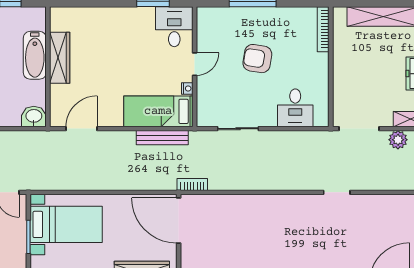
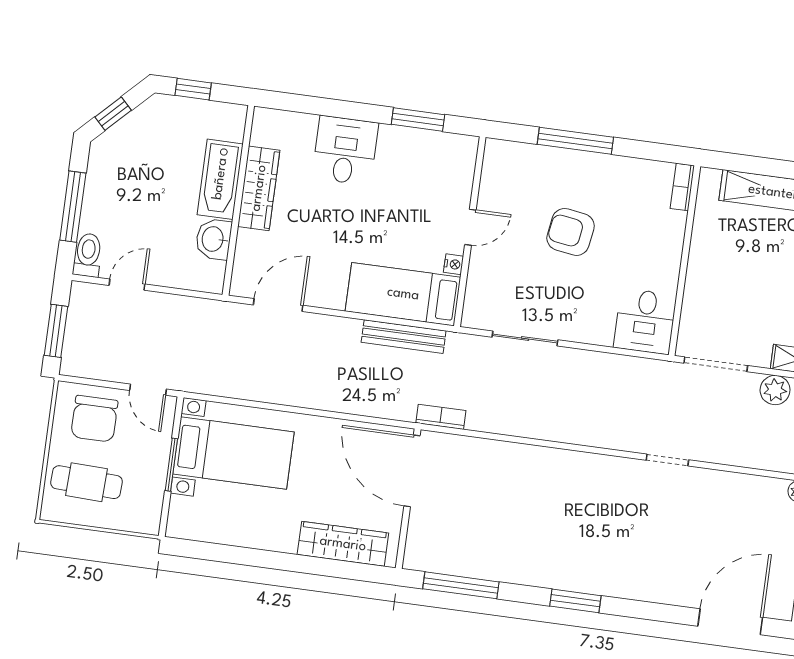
desk: (174, 27) -> (345, 150), moved
bookcase: (323, 29) -> (682, 187), width x0.64
desk: (295, 108) -> (645, 321), moved
washbasin: (34, 117) -> (214, 239), moved, turned -90

